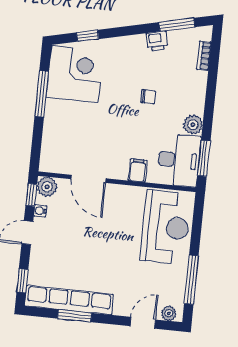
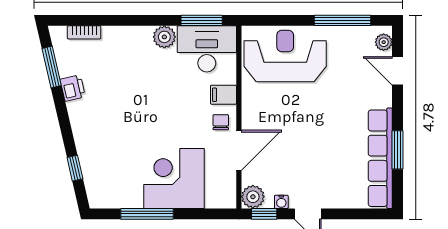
corner desk: (75, 74) -> (174, 178), moved
chair: (148, 97) -> (221, 122), moved
window: (22, 281) -> (364, 214), removed

